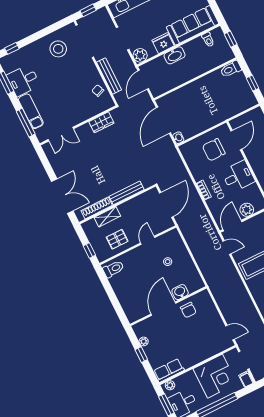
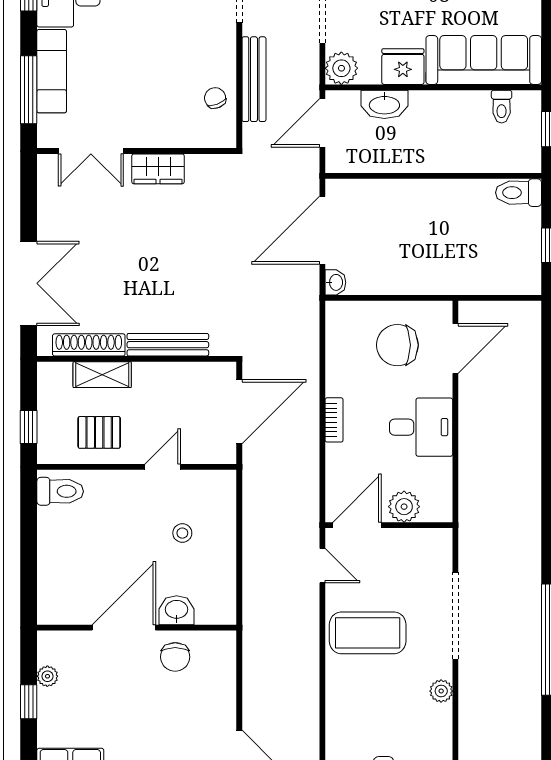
washbasin: (175, 55) -> (384, 104), moved
wardrobe: (101, 122) -> (158, 169), moved

